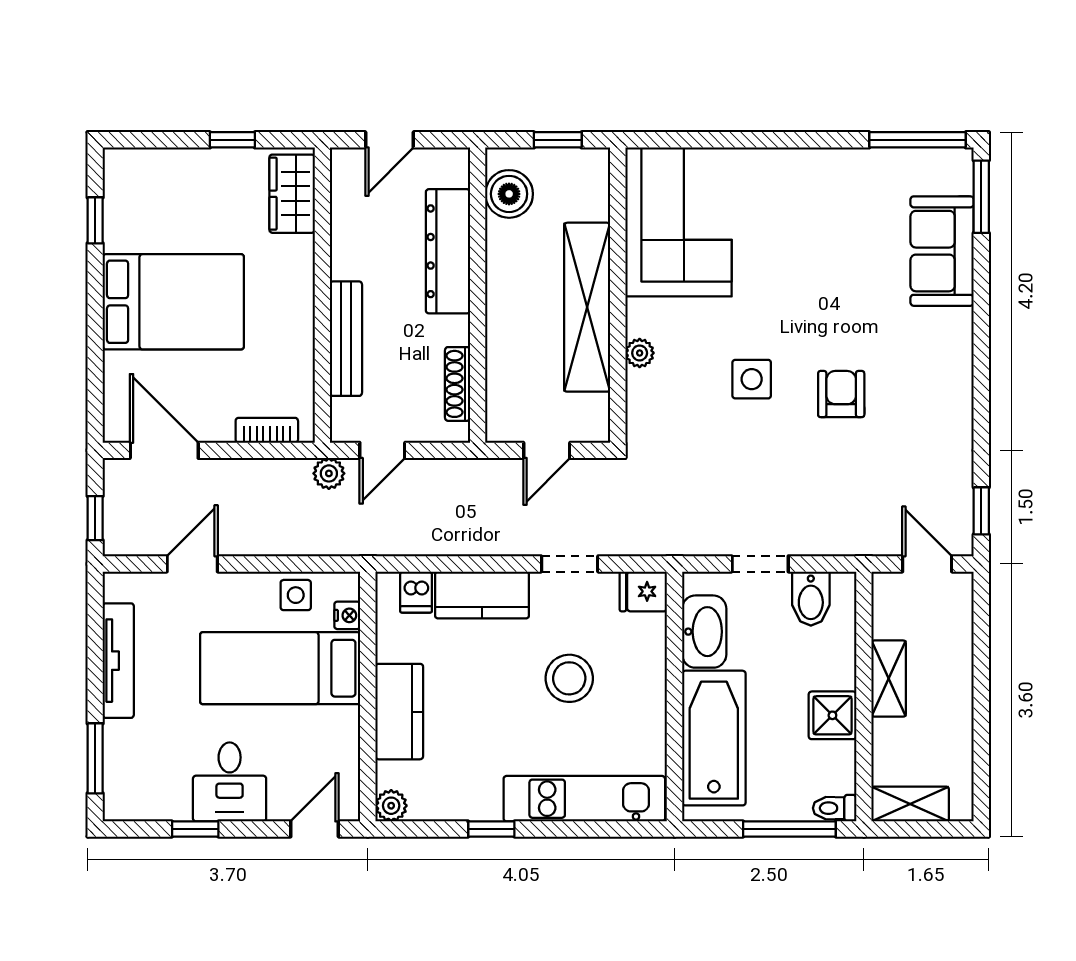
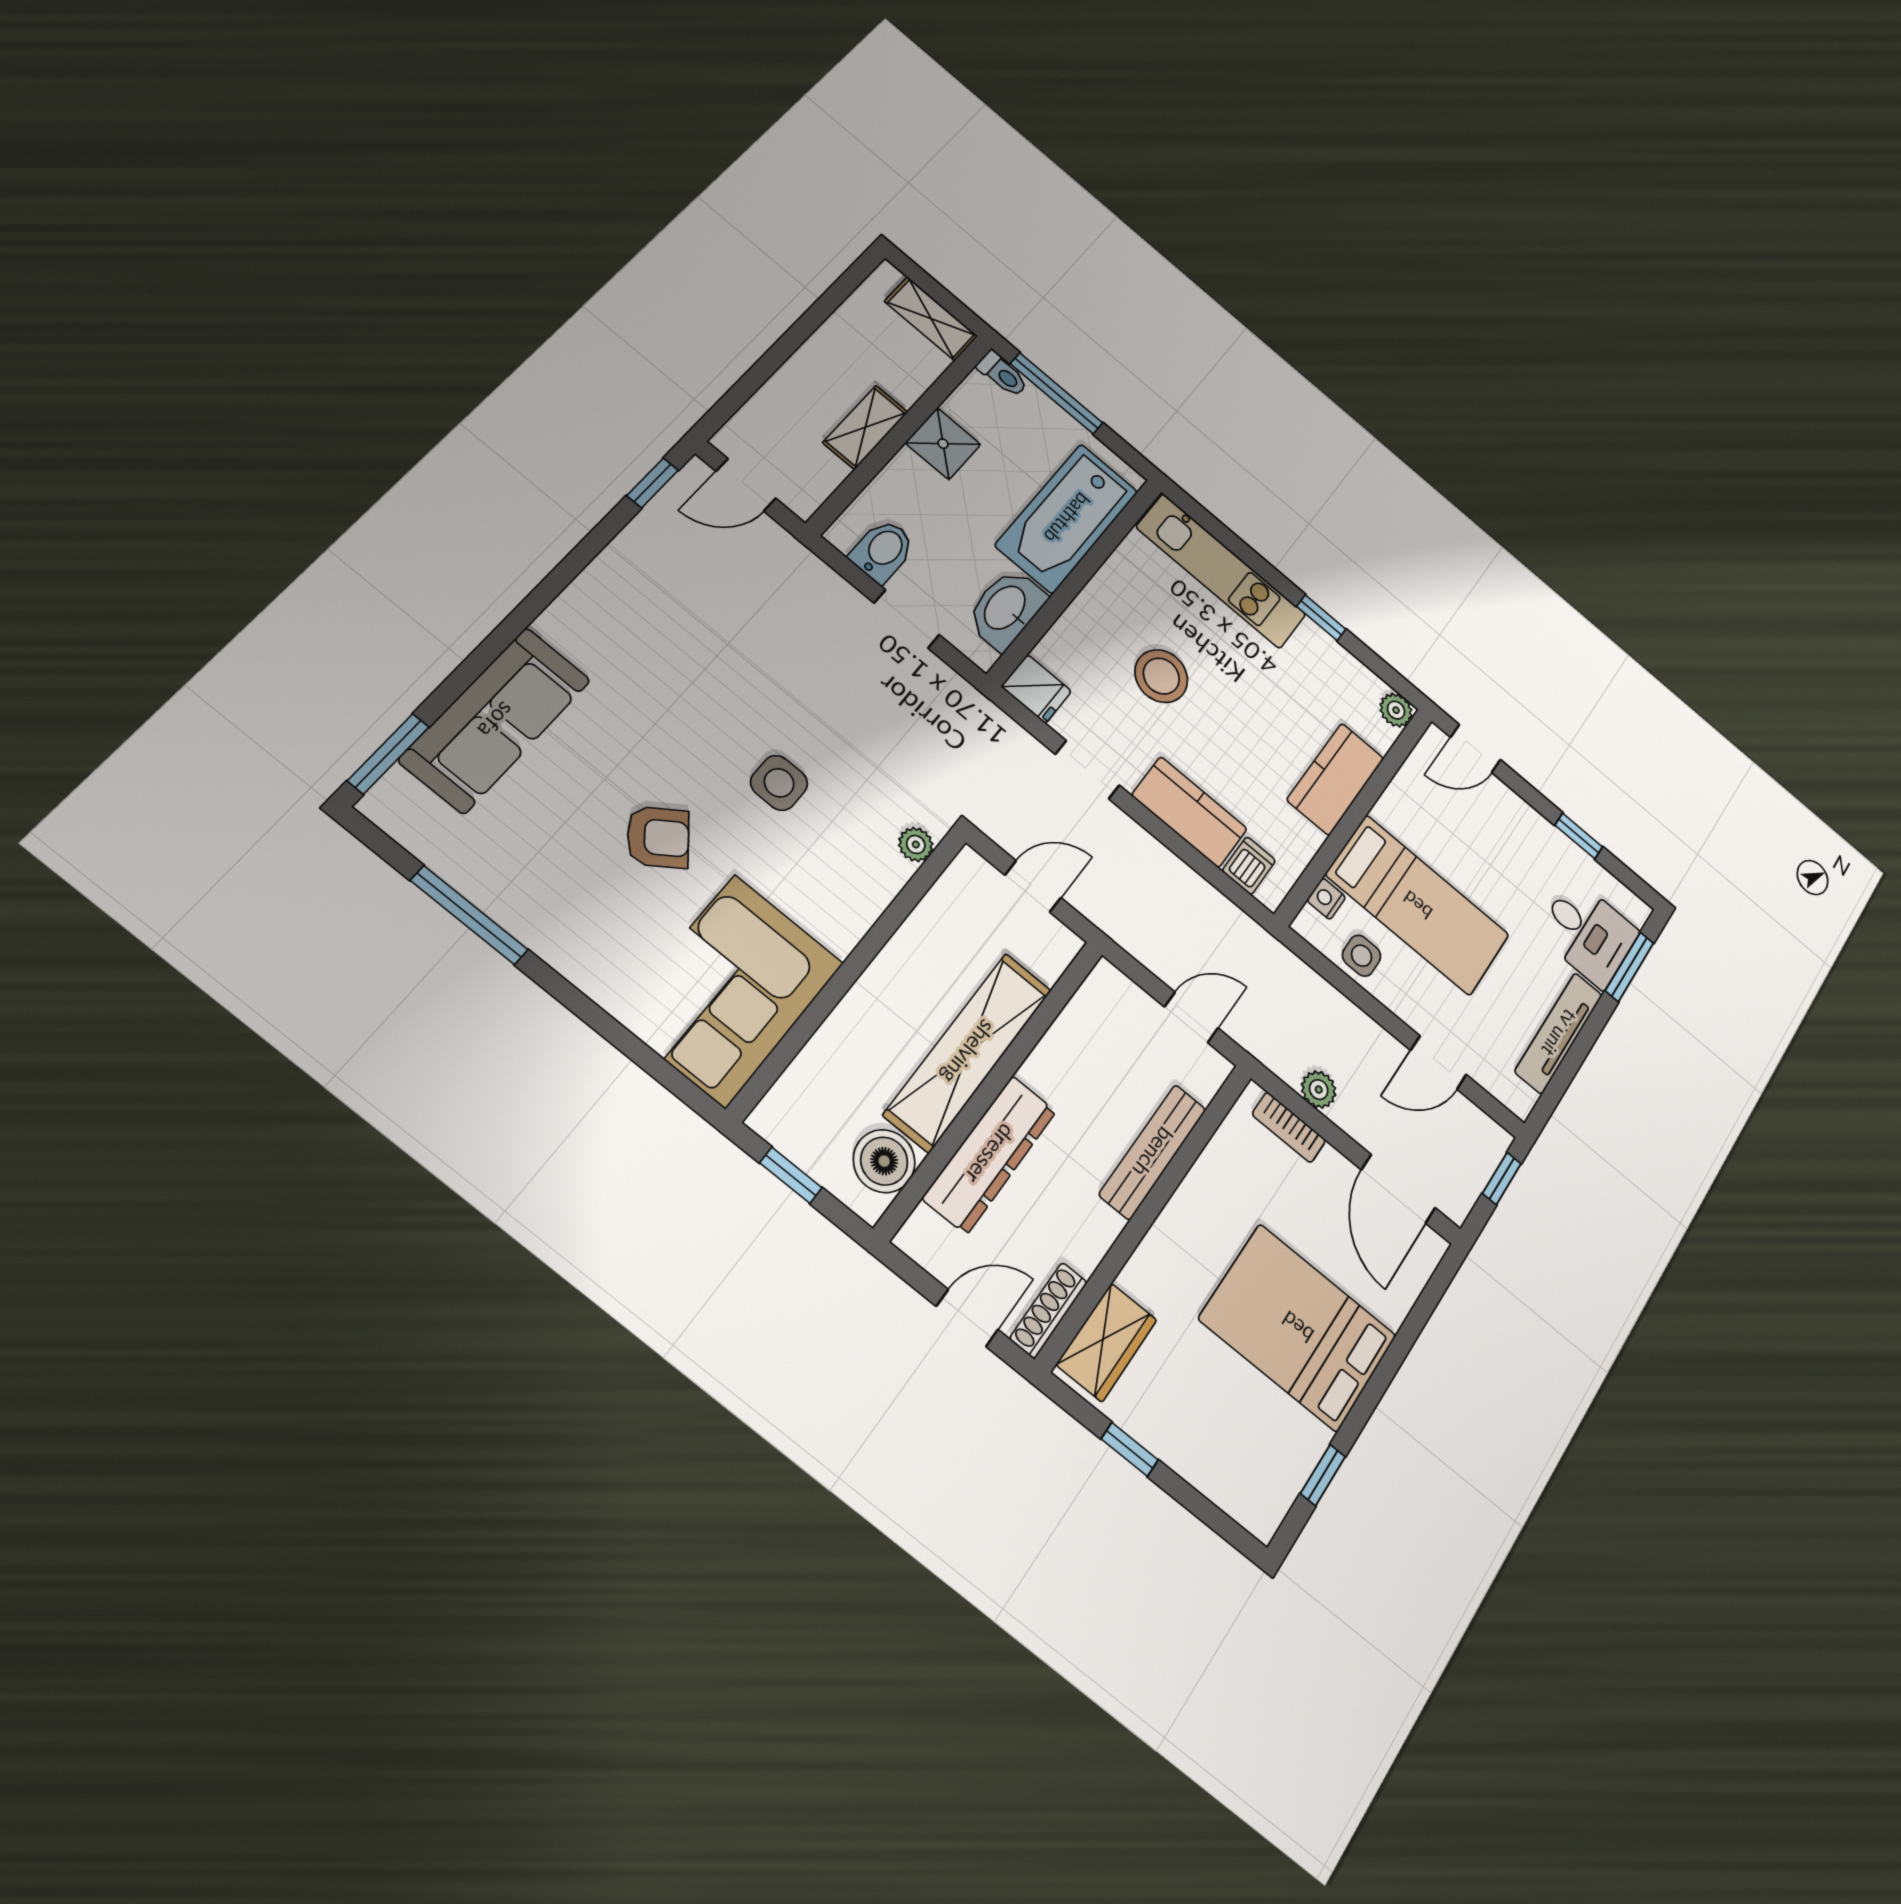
window: (918, 140) -> (469, 915), moved
sofa: (942, 251) -> (496, 720), width x1.36
shelving: (587, 307) -> (968, 1052), moved
plant: (640, 353) -> (916, 845), moved
shoe rack: (458, 384) -> (1049, 1310), moved, turned 180
armchair: (841, 394) -> (658, 837), moved, turned -127
plant: (329, 473) -> (1319, 1090), moved
door: (927, 564) -> (746, 485), hinge flipped
desk: (230, 782) -> (1588, 933), moved, turned 90

